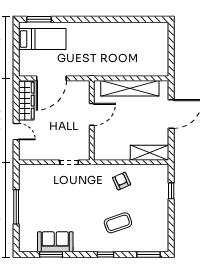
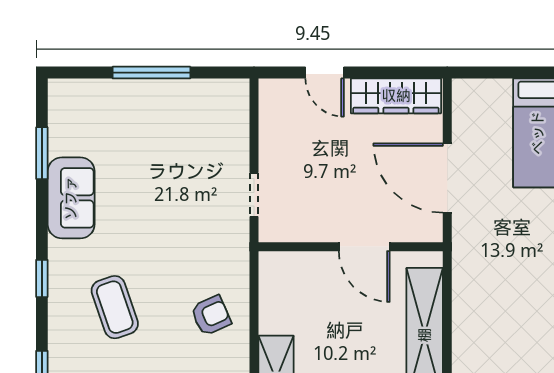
door: (51, 78) -> (447, 178), moved
door: (16, 132) -> (325, 73), hinge flipped
sofa: (55, 242) -> (71, 198), moved

